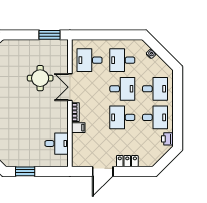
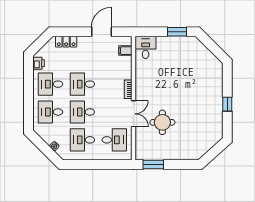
desk: (122, 60) -> (82, 140), turned 180
desk: (122, 117) -> (82, 84), turned 180
filing cabinet: (78, 128) -> (125, 51), moved
desk: (57, 144) -> (146, 47), moved, turned 90
locker: (127, 161) -> (66, 42), moved

